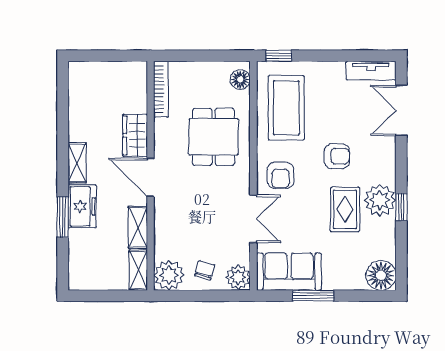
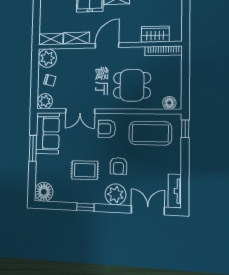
wardrobe: (135, 135) -> (155, 34), moved
plant: (380, 200) -> (115, 194), moved

